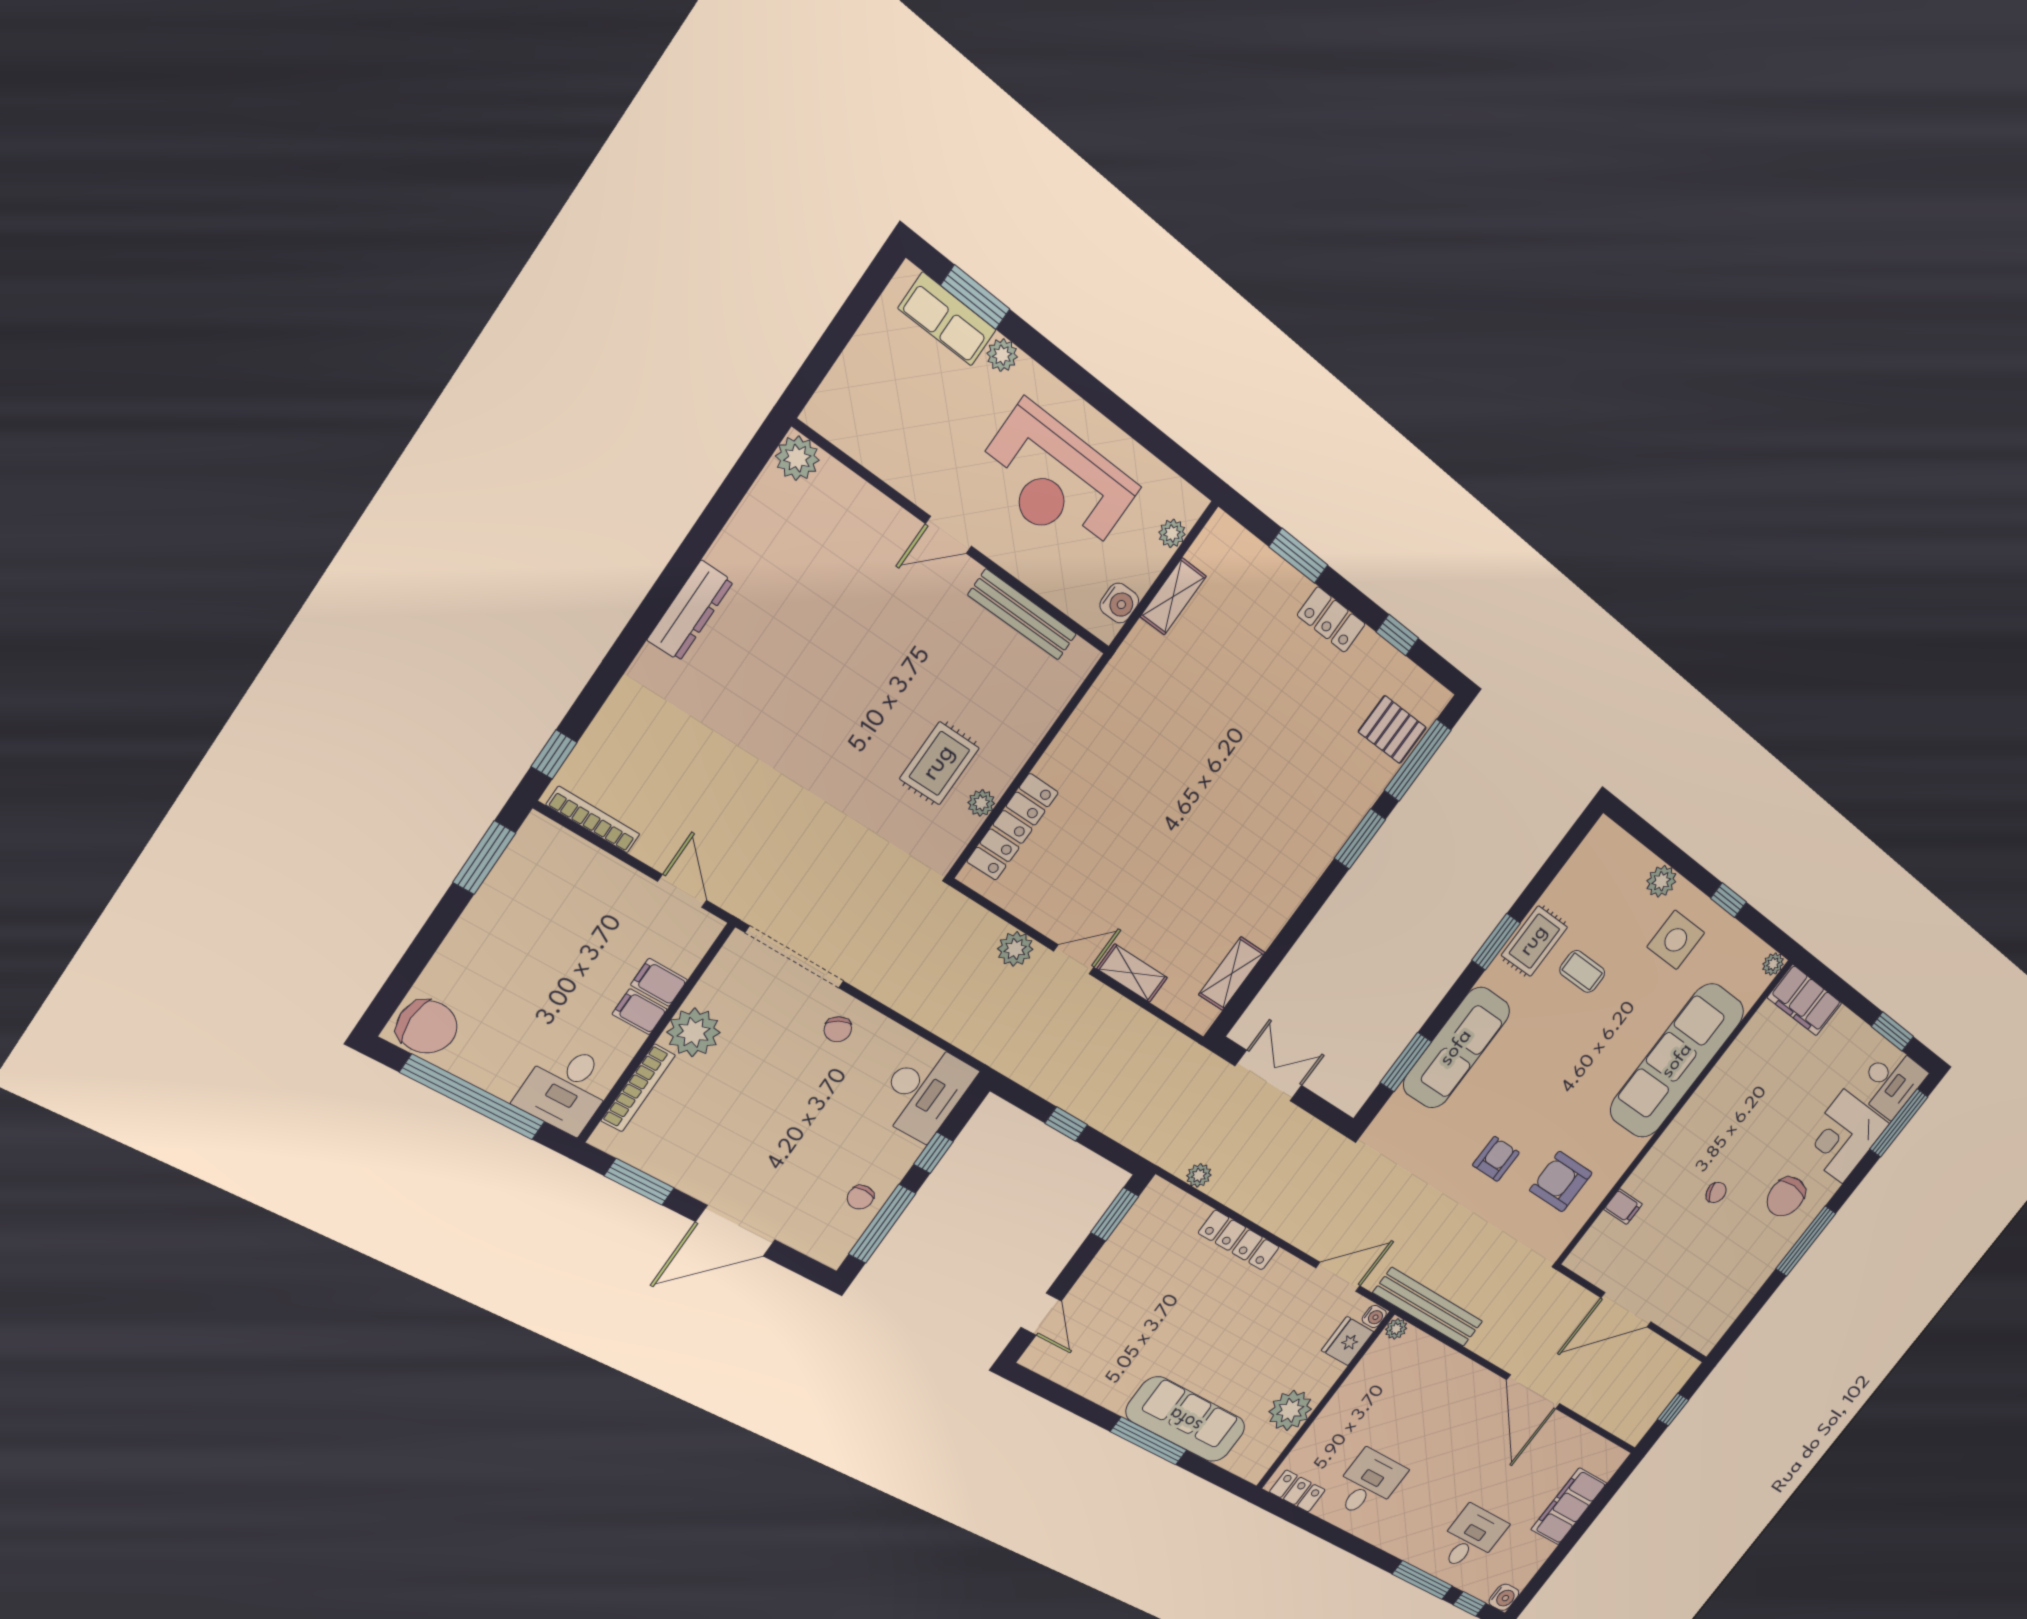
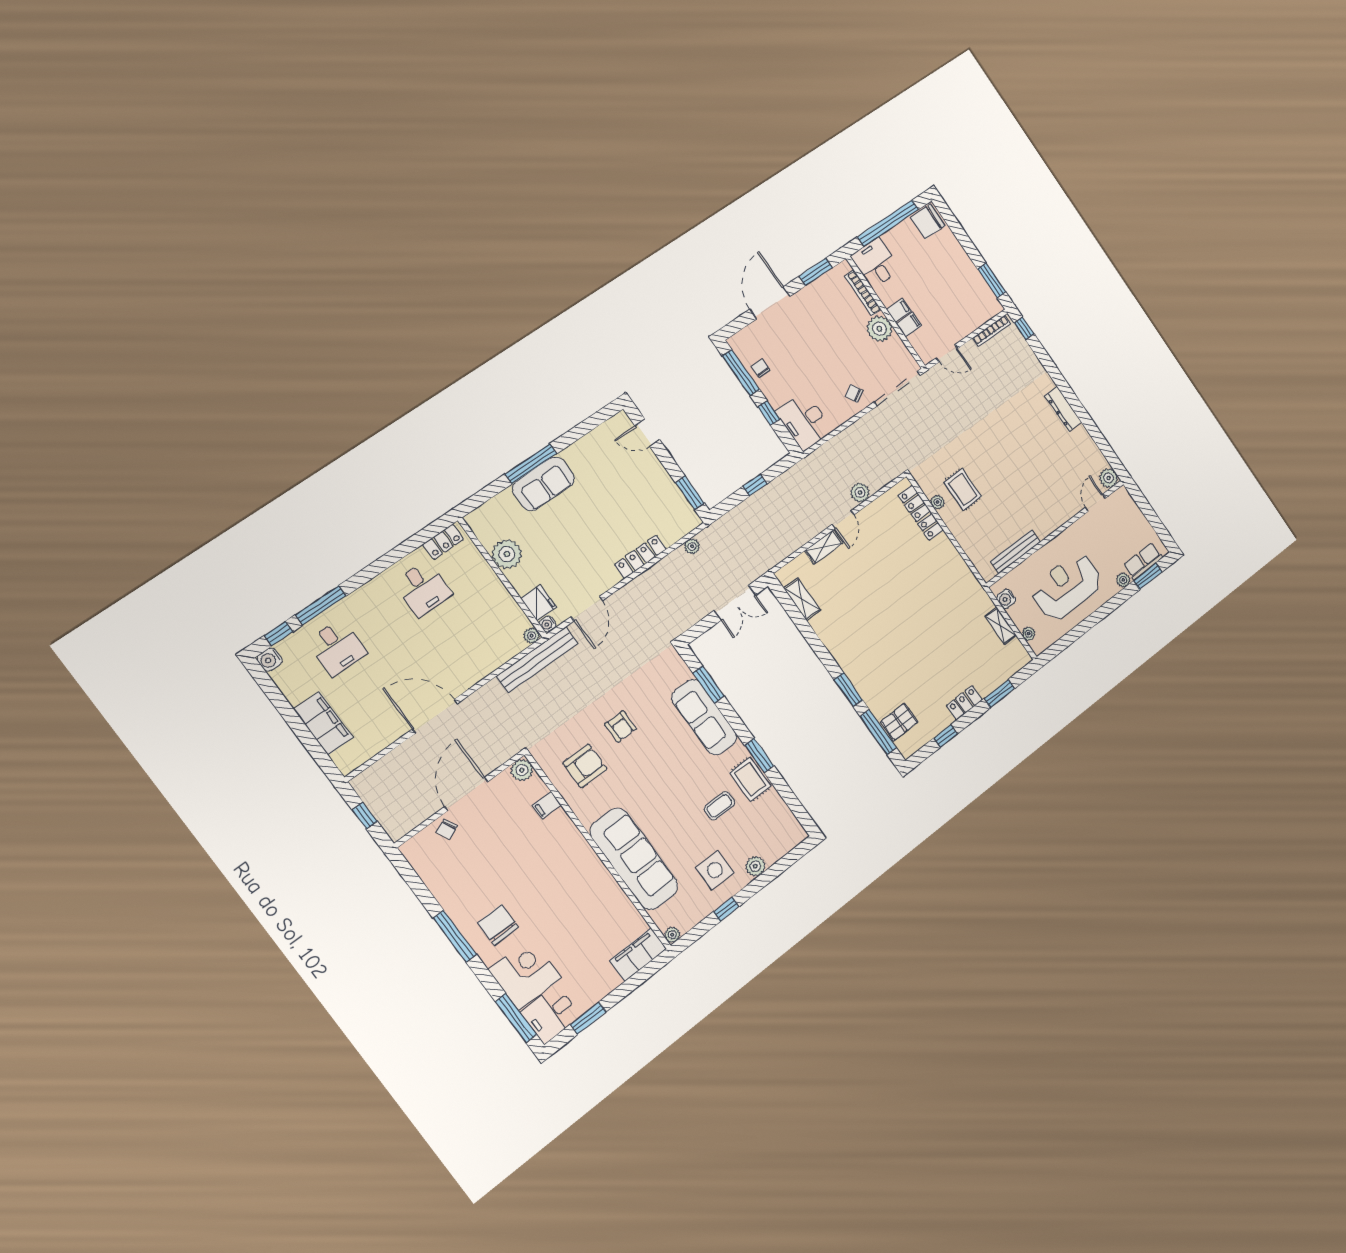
door: (948, 535) -> (1095, 503), moved
chair: (1716, 1192) -> (447, 829), moved
plant: (1582, 1258) -> (522, 770), added
sofa: (1186, 1419) -> (543, 484), width x0.73

